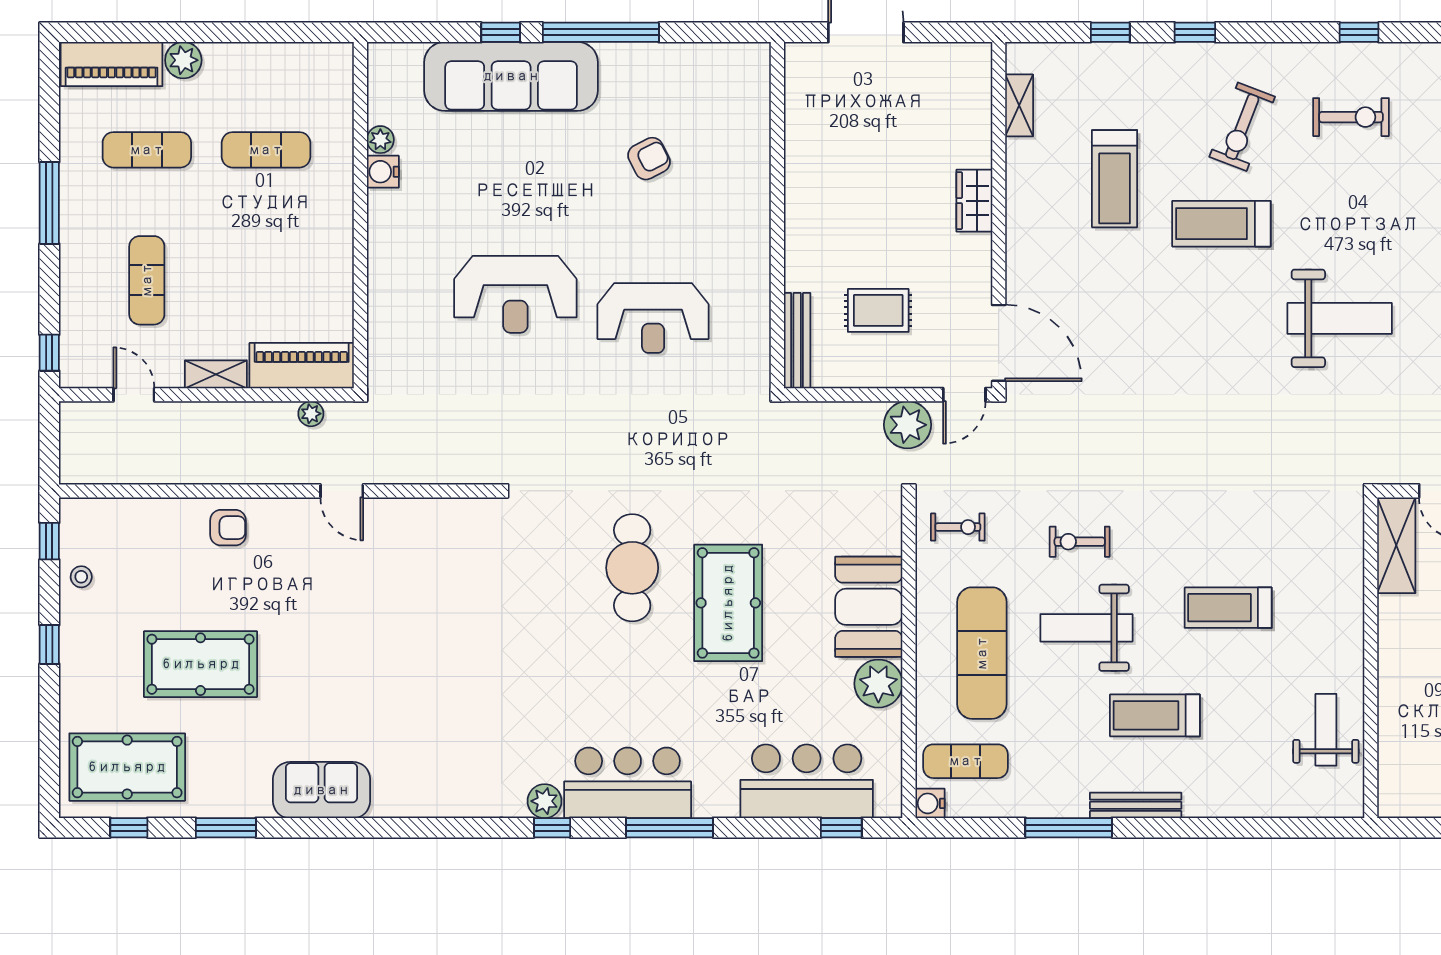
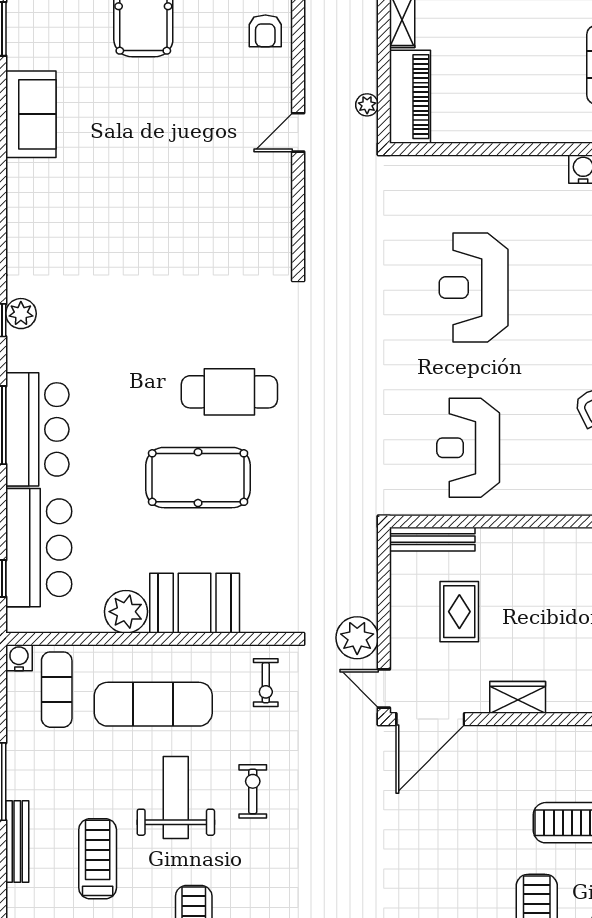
wardrobe: (974, 201) -> (518, 697), moved
reception desk: (653, 318) -> (468, 448), moved
bar counter: (628, 783) -> (37, 429), moved

